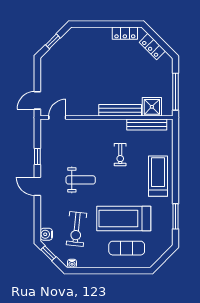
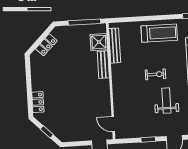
locker: (125, 33) -> (38, 102), moved
bench: (120, 110) -> (103, 65), width x0.73
exercise bike: (120, 155) -> (156, 74), moved
treadmill: (158, 176) -> (159, 33), turned 180

